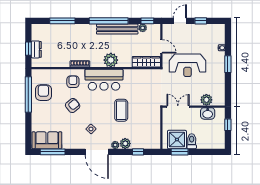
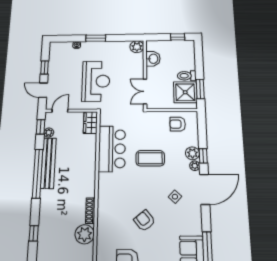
window: (62, 21) -> (34, 233), width x0.46
door: (161, 46) -> (60, 111), moved
plant: (111, 60) -> (85, 234), moved
wardrobe: (146, 62) -> (90, 123), width x0.67
bar counter: (104, 80) -> (112, 149), moved
armchair: (73, 82) -> (178, 124), moved
plant: (206, 100) -> (137, 47), moved
window: (228, 125) -> (178, 37), moved
window: (138, 152) -> (203, 156), moved

